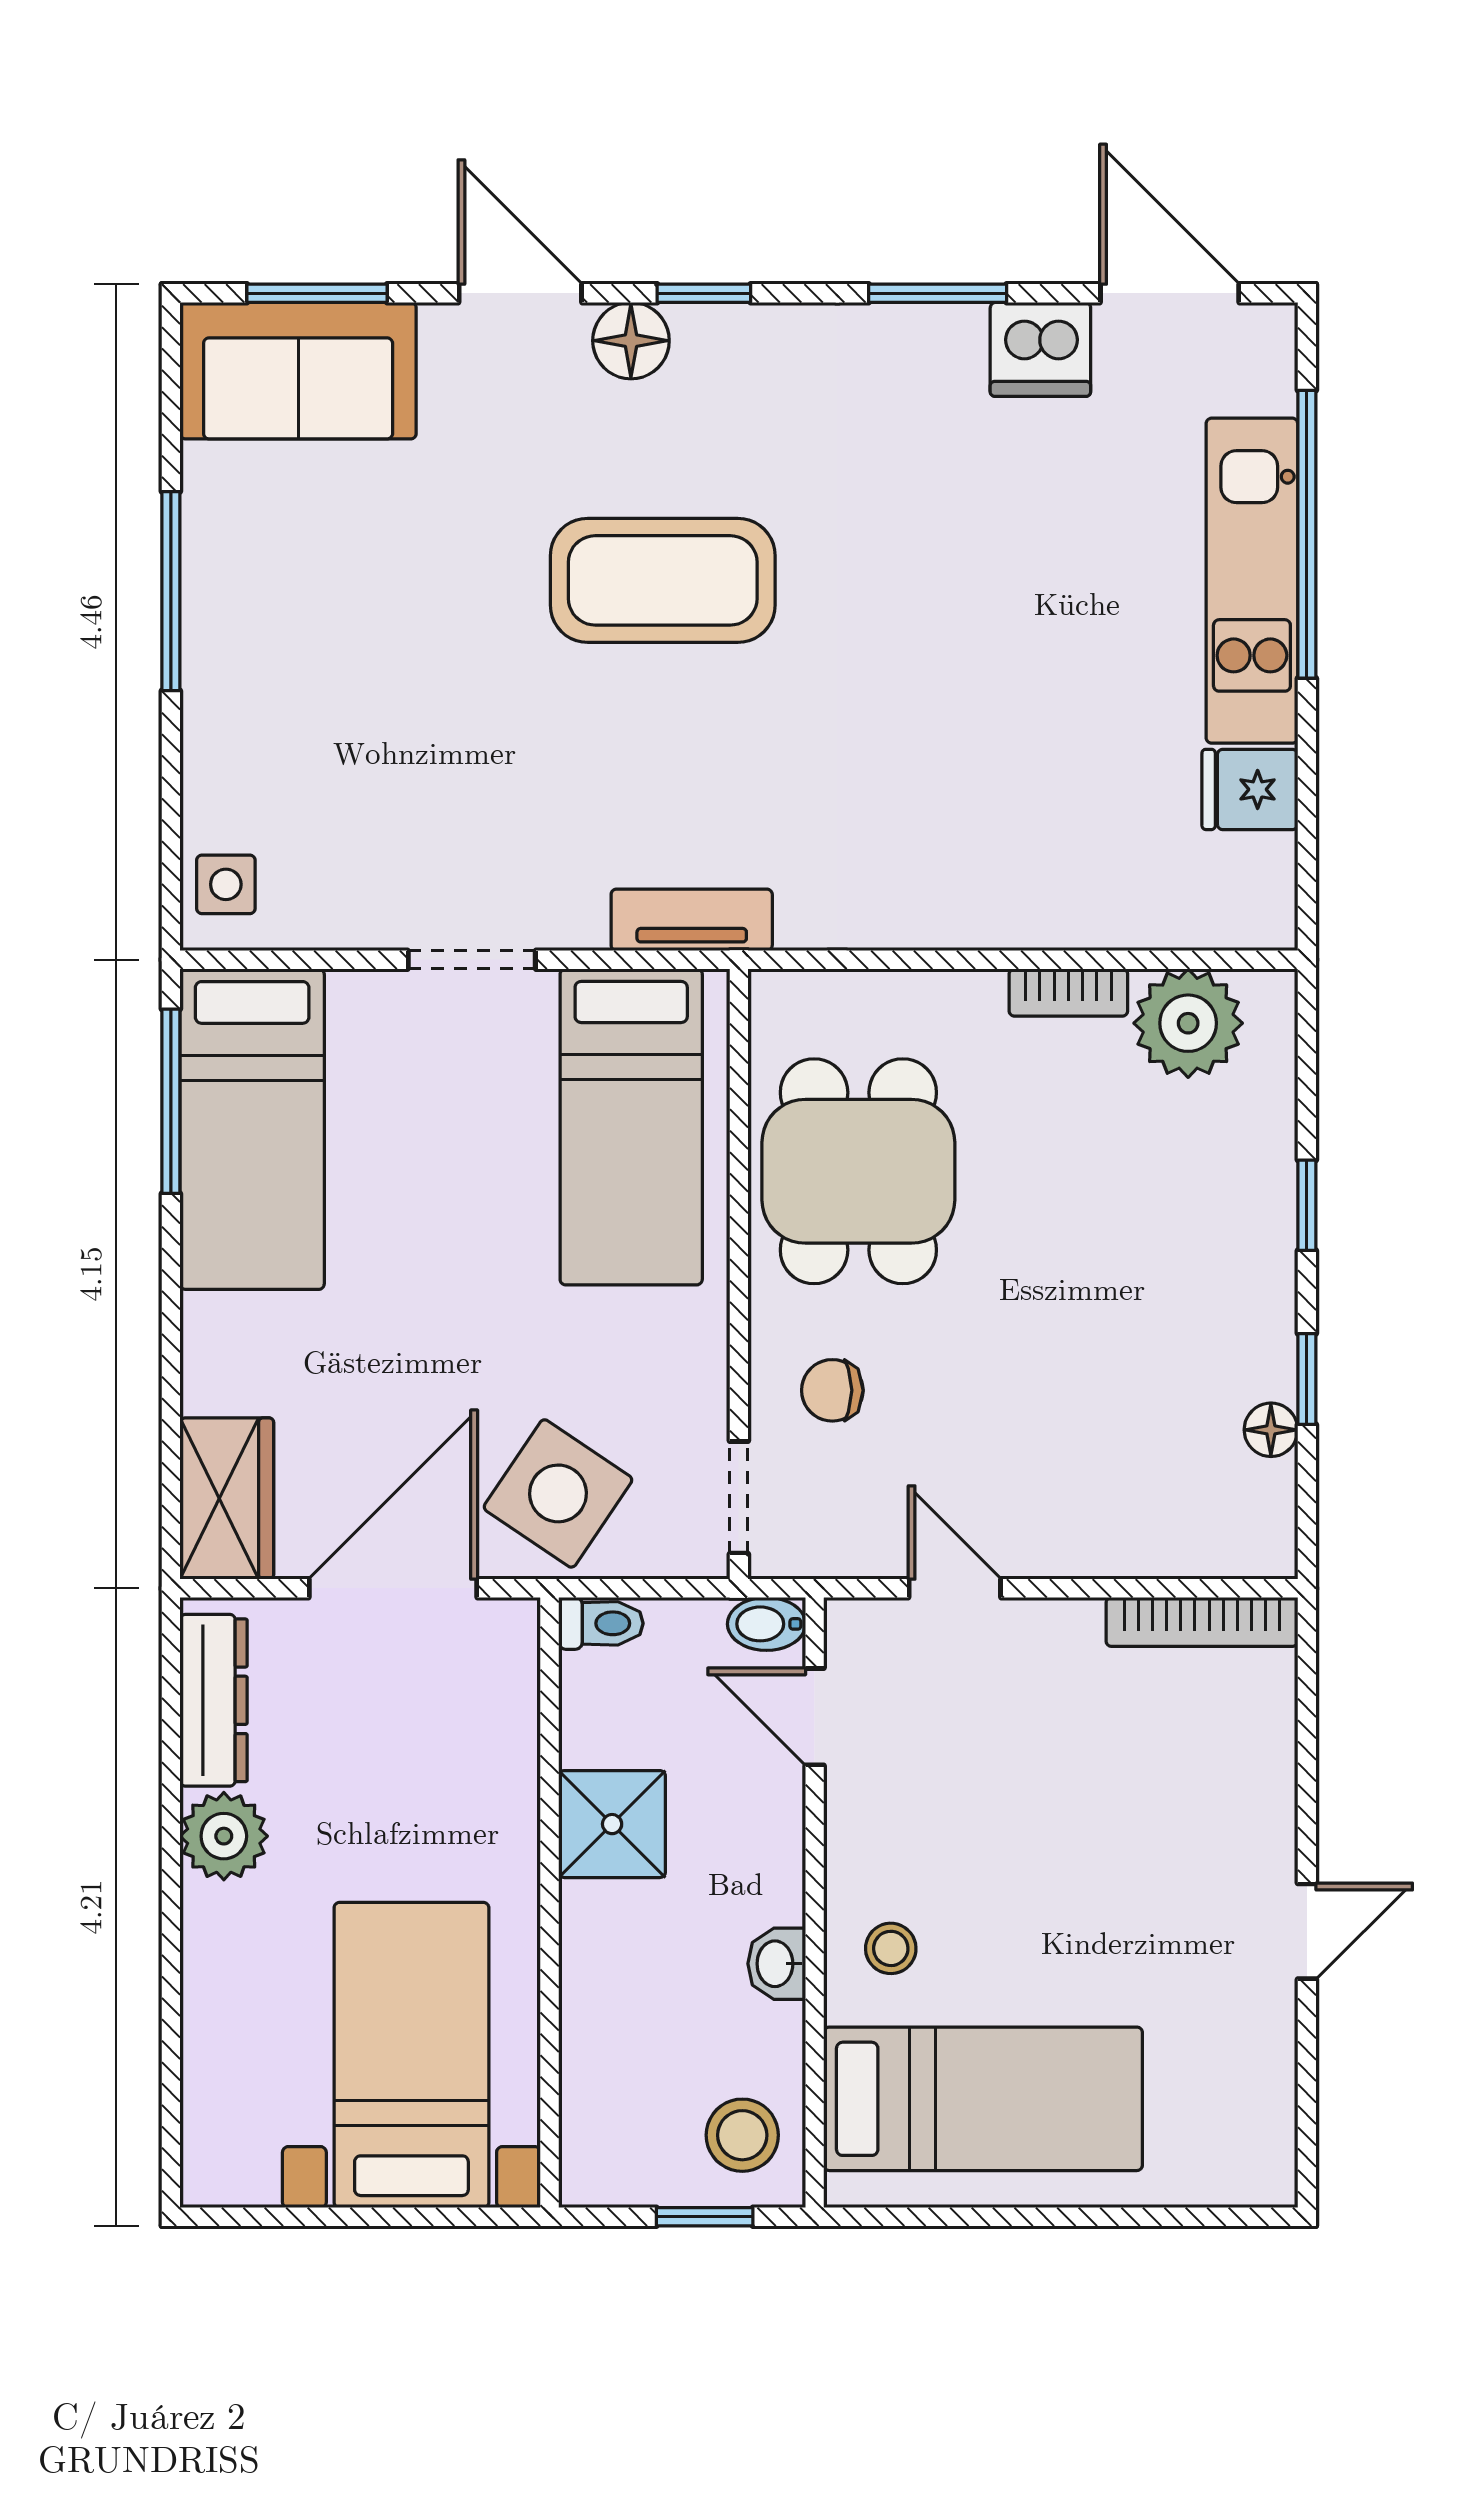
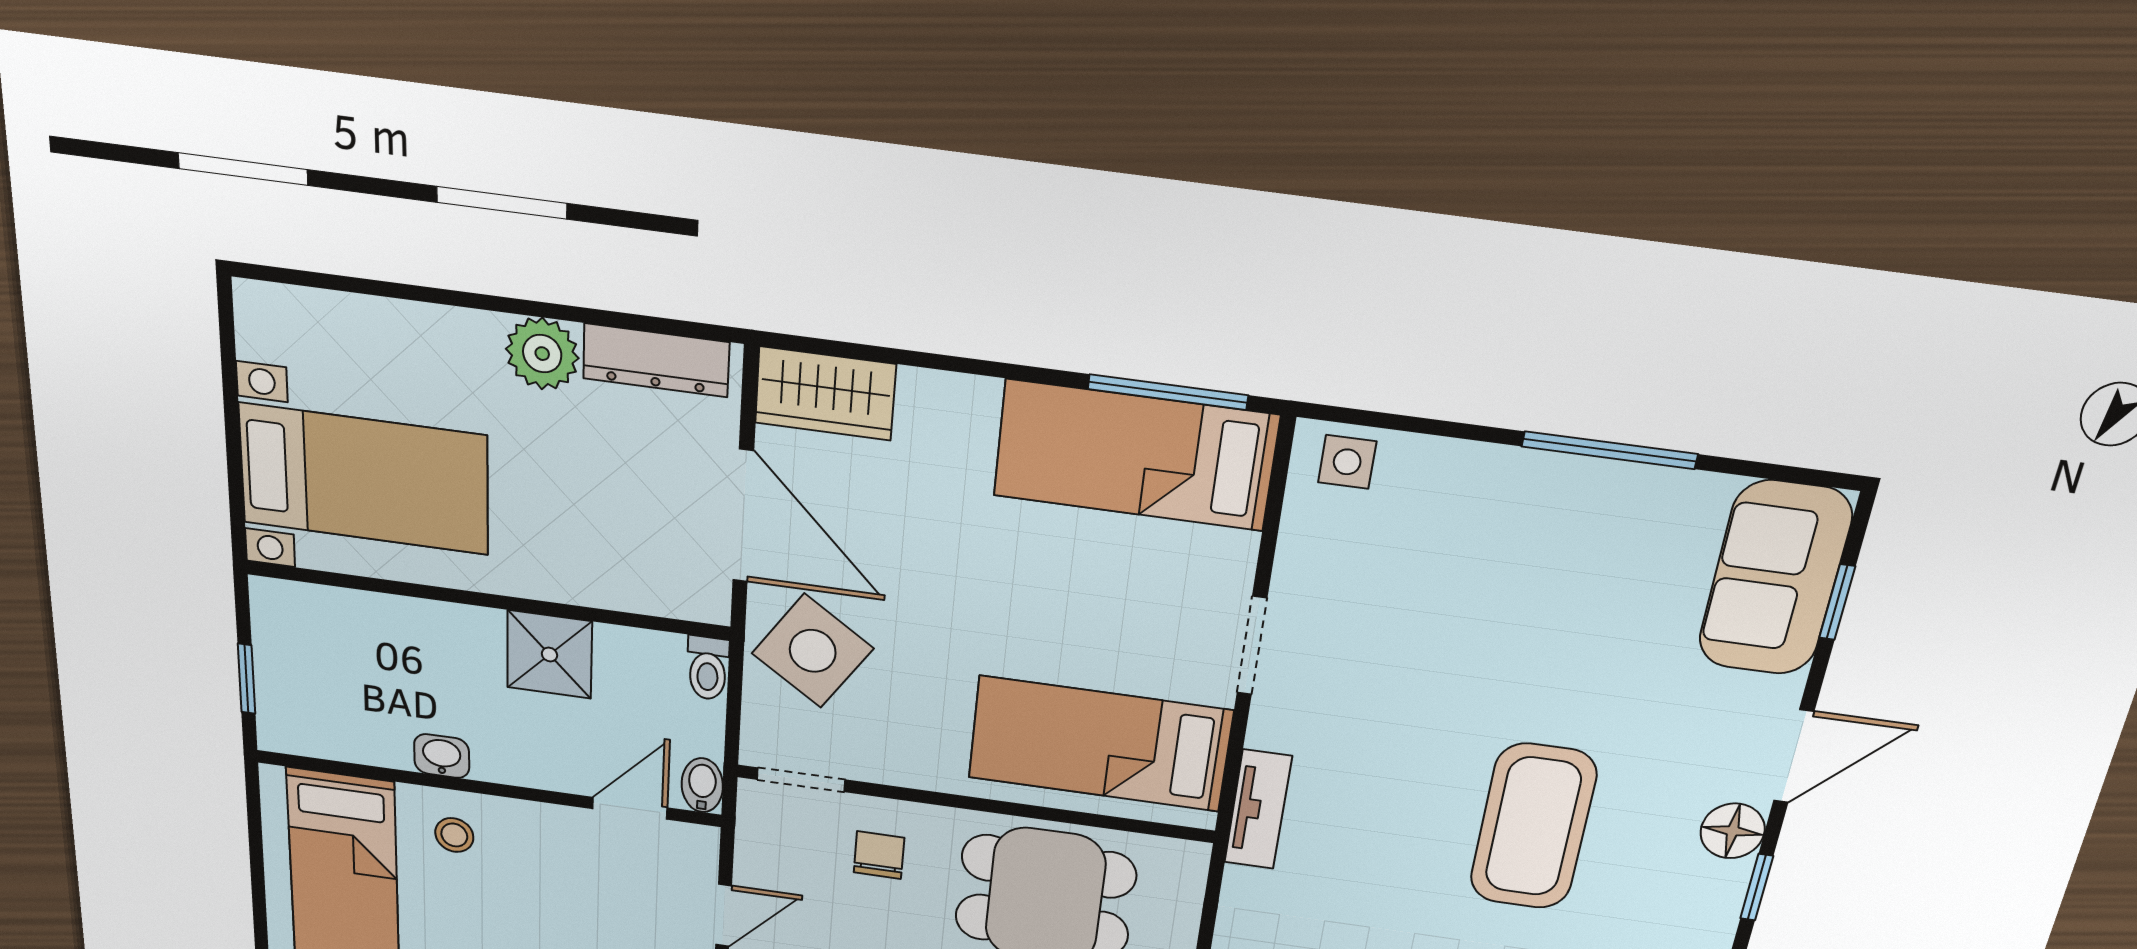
window: (317, 293) -> (1837, 602), width x0.67
stool: (742, 2135) -> (310, 714), removed

